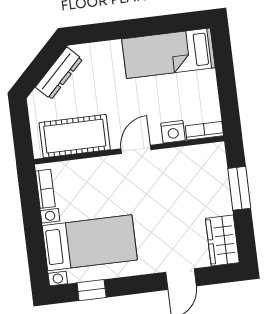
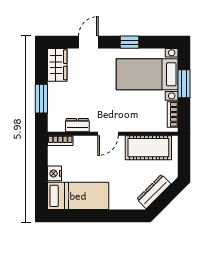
nightstand: (173, 132) -> (55, 173), moved, turned -90
dresser: (182, 156) -> (77, 125), added
window: (34, 236) -> (184, 84), added
window: (92, 290) -> (130, 42), moved

